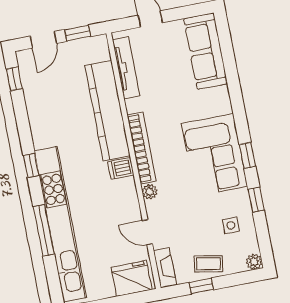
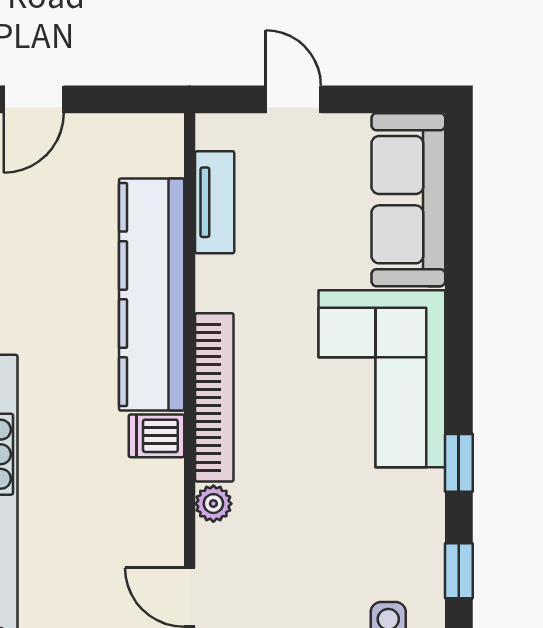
window: (78, 33) -> (117, 99), removed
tv unit: (126, 68) -> (215, 202), width x0.71
corner sofa: (214, 155) -> (382, 379), moved

